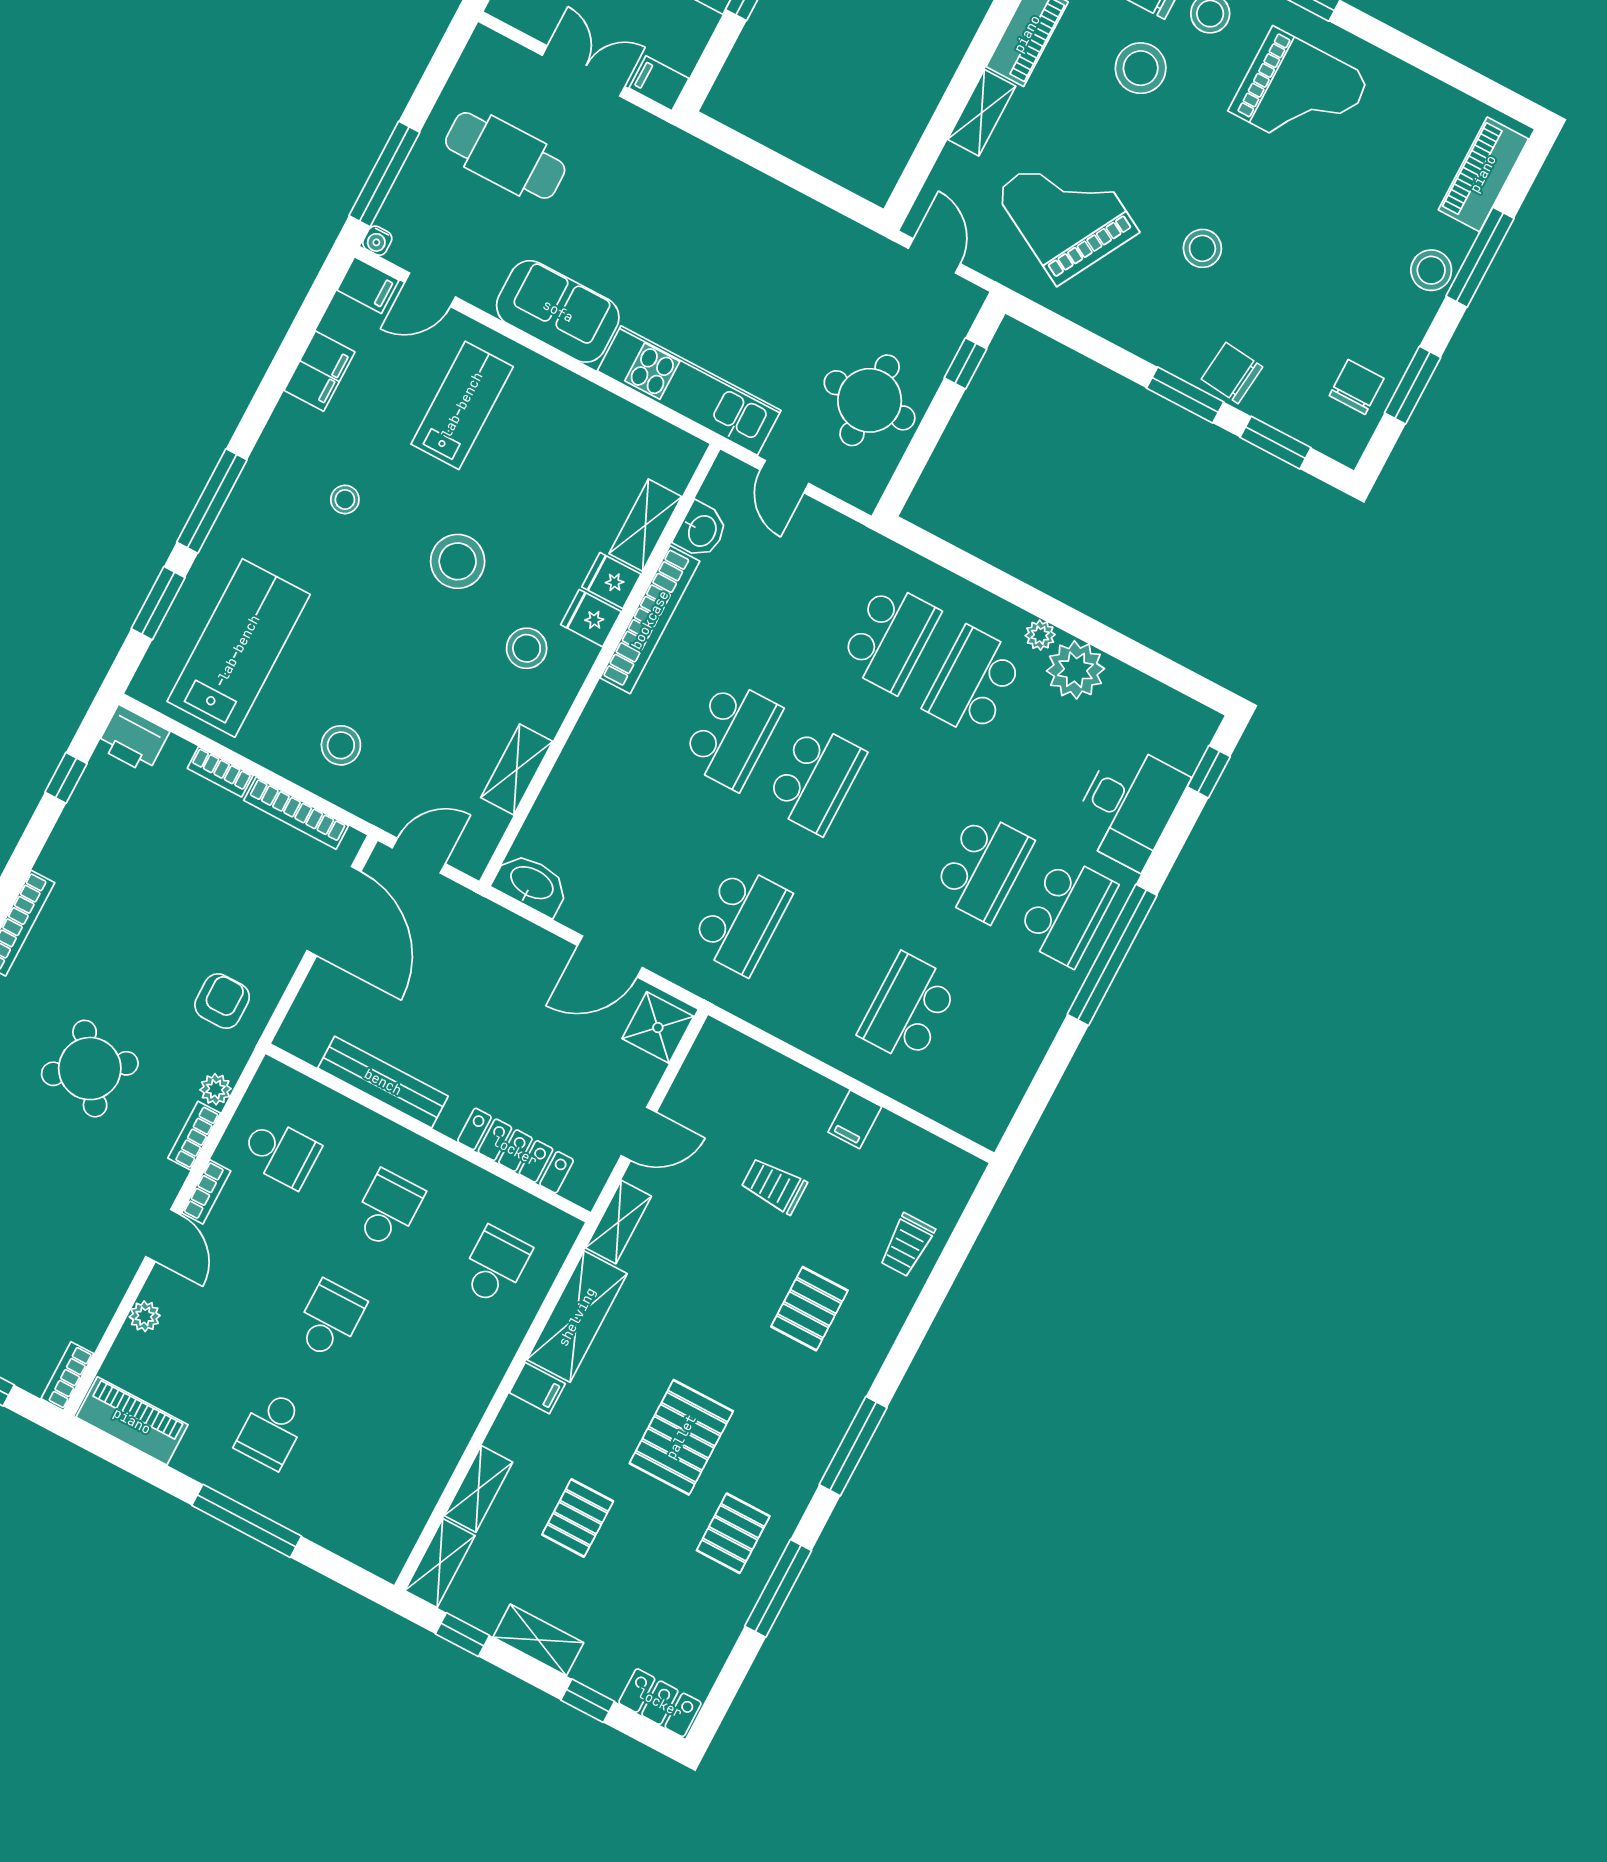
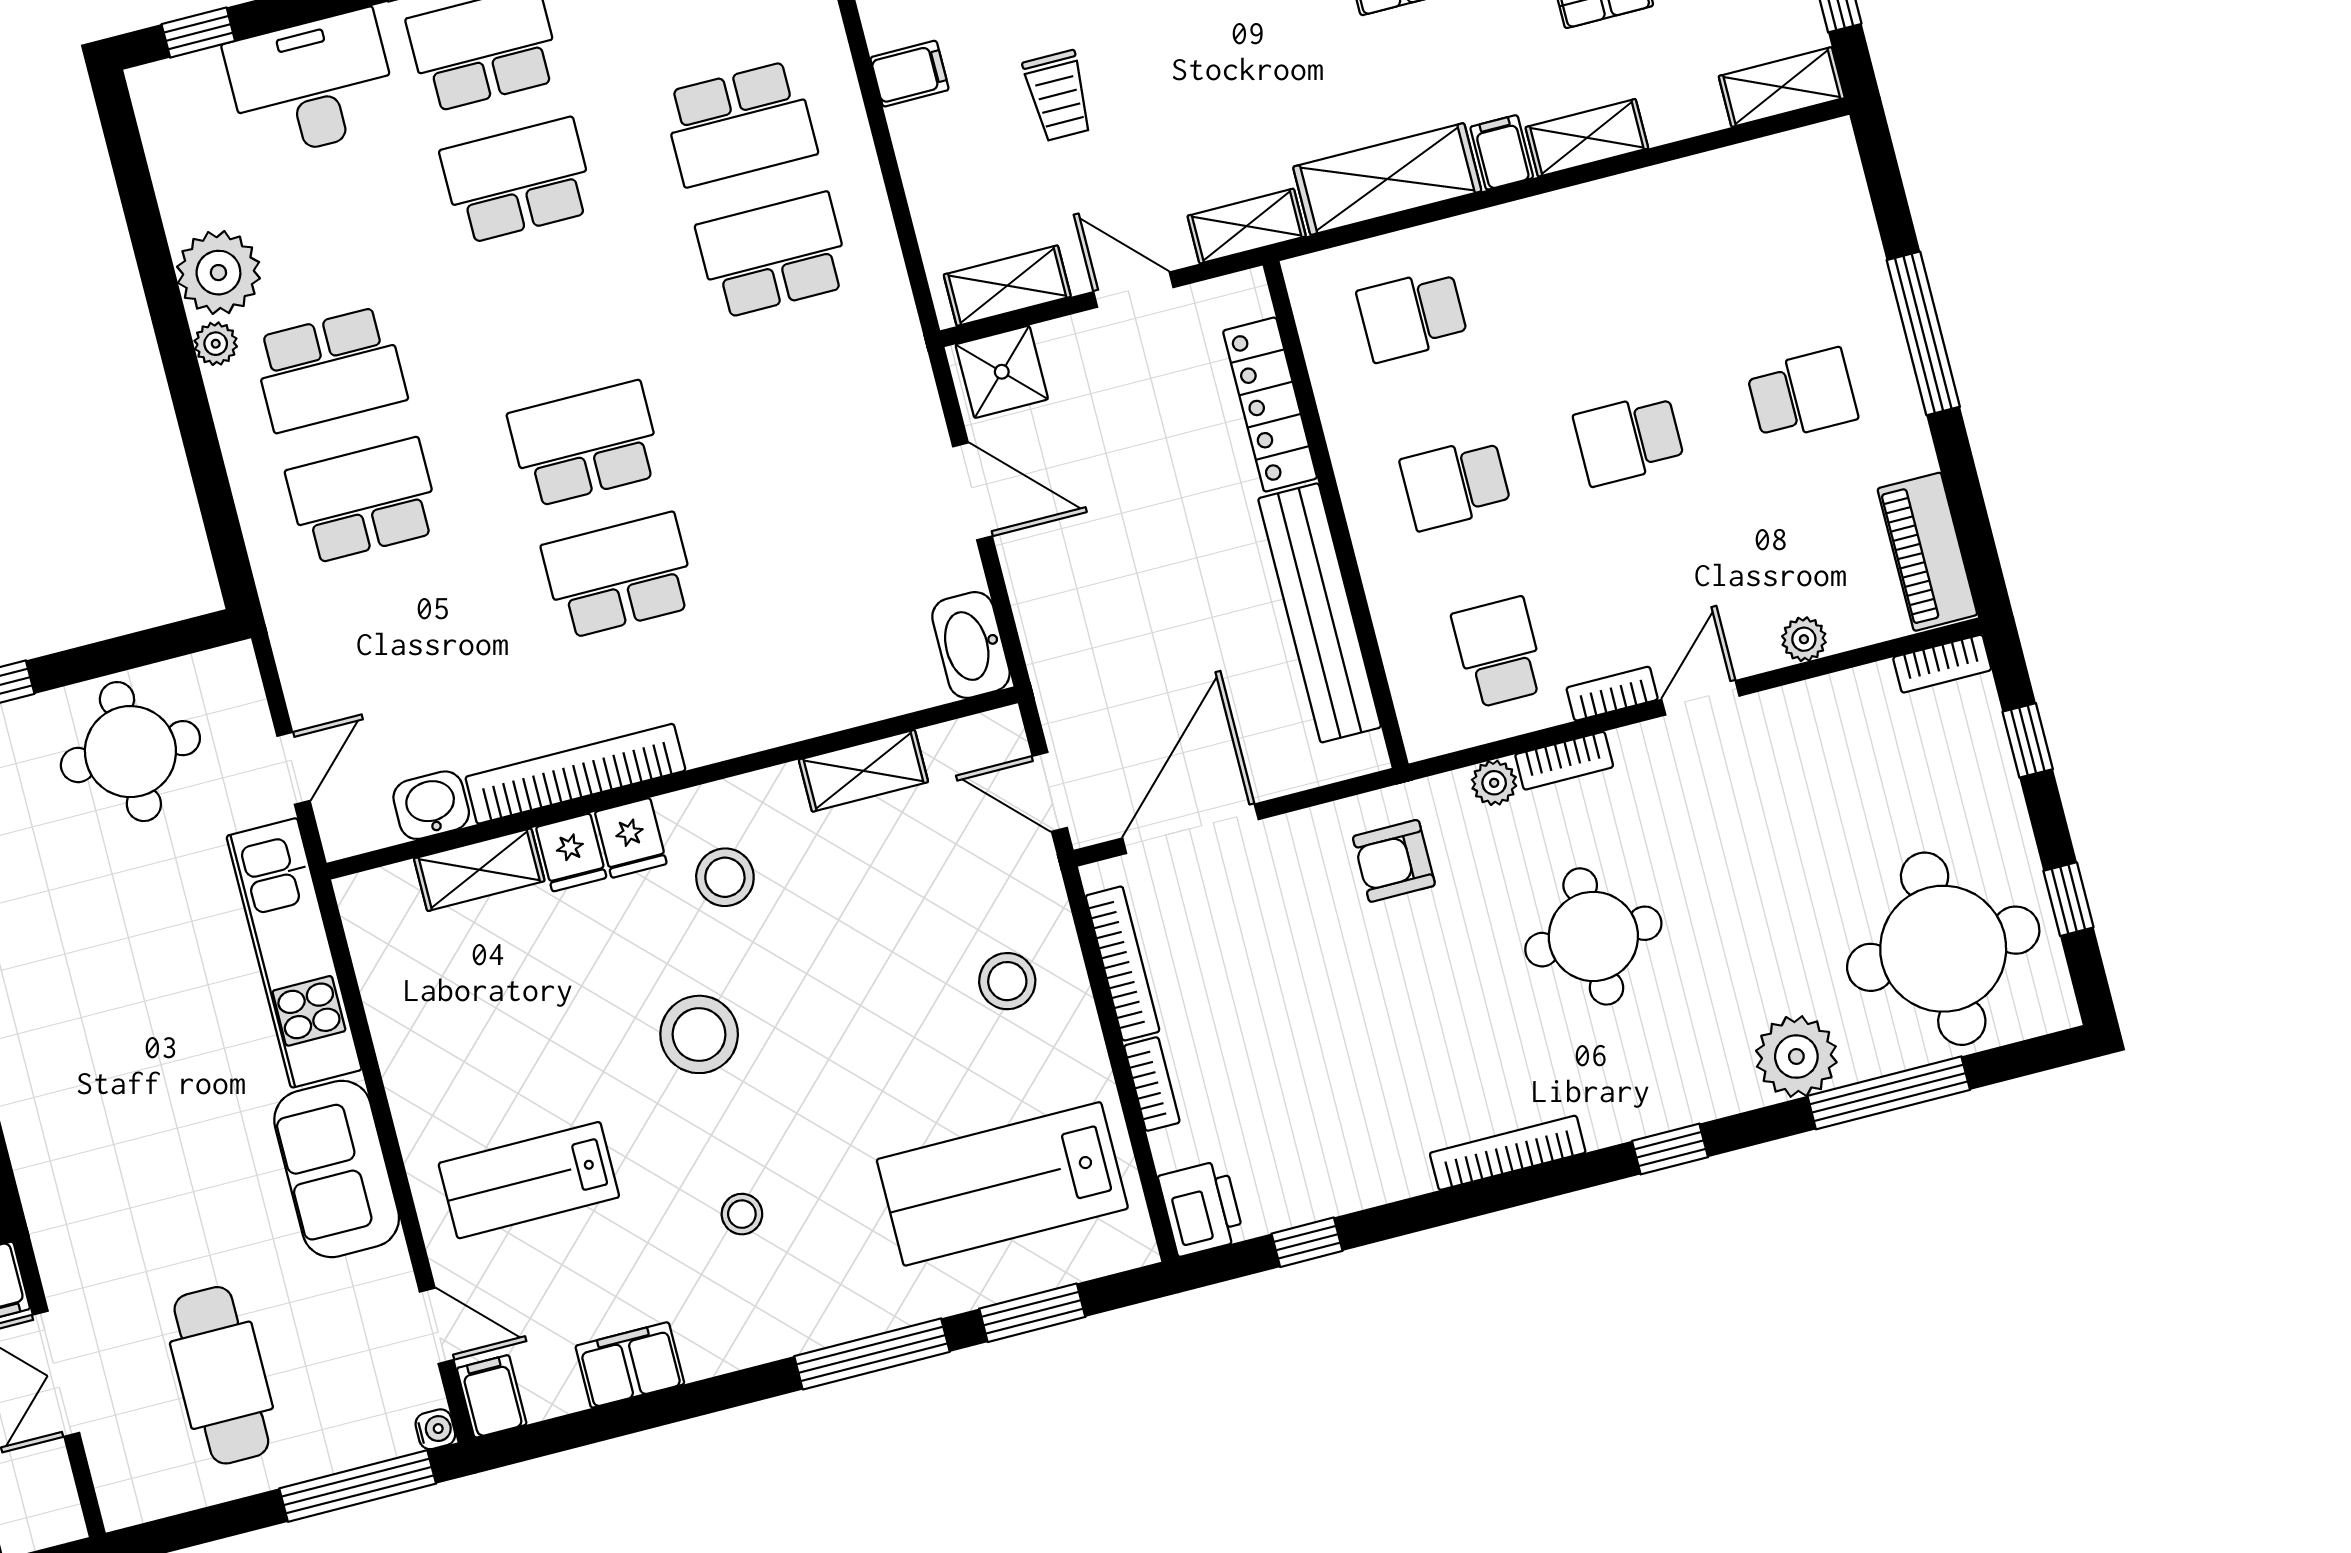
school desk: (741, 920) -> (773, 255), moved
round table: (90, 1069) -> (1593, 936), turned 36
shelving: (700, 1071) -> (1007, 286), added
bench: (383, 1082) -> (1320, 613), width x1.37, depth x1.21
shelving: (479, 1489) -> (1587, 138), moved

